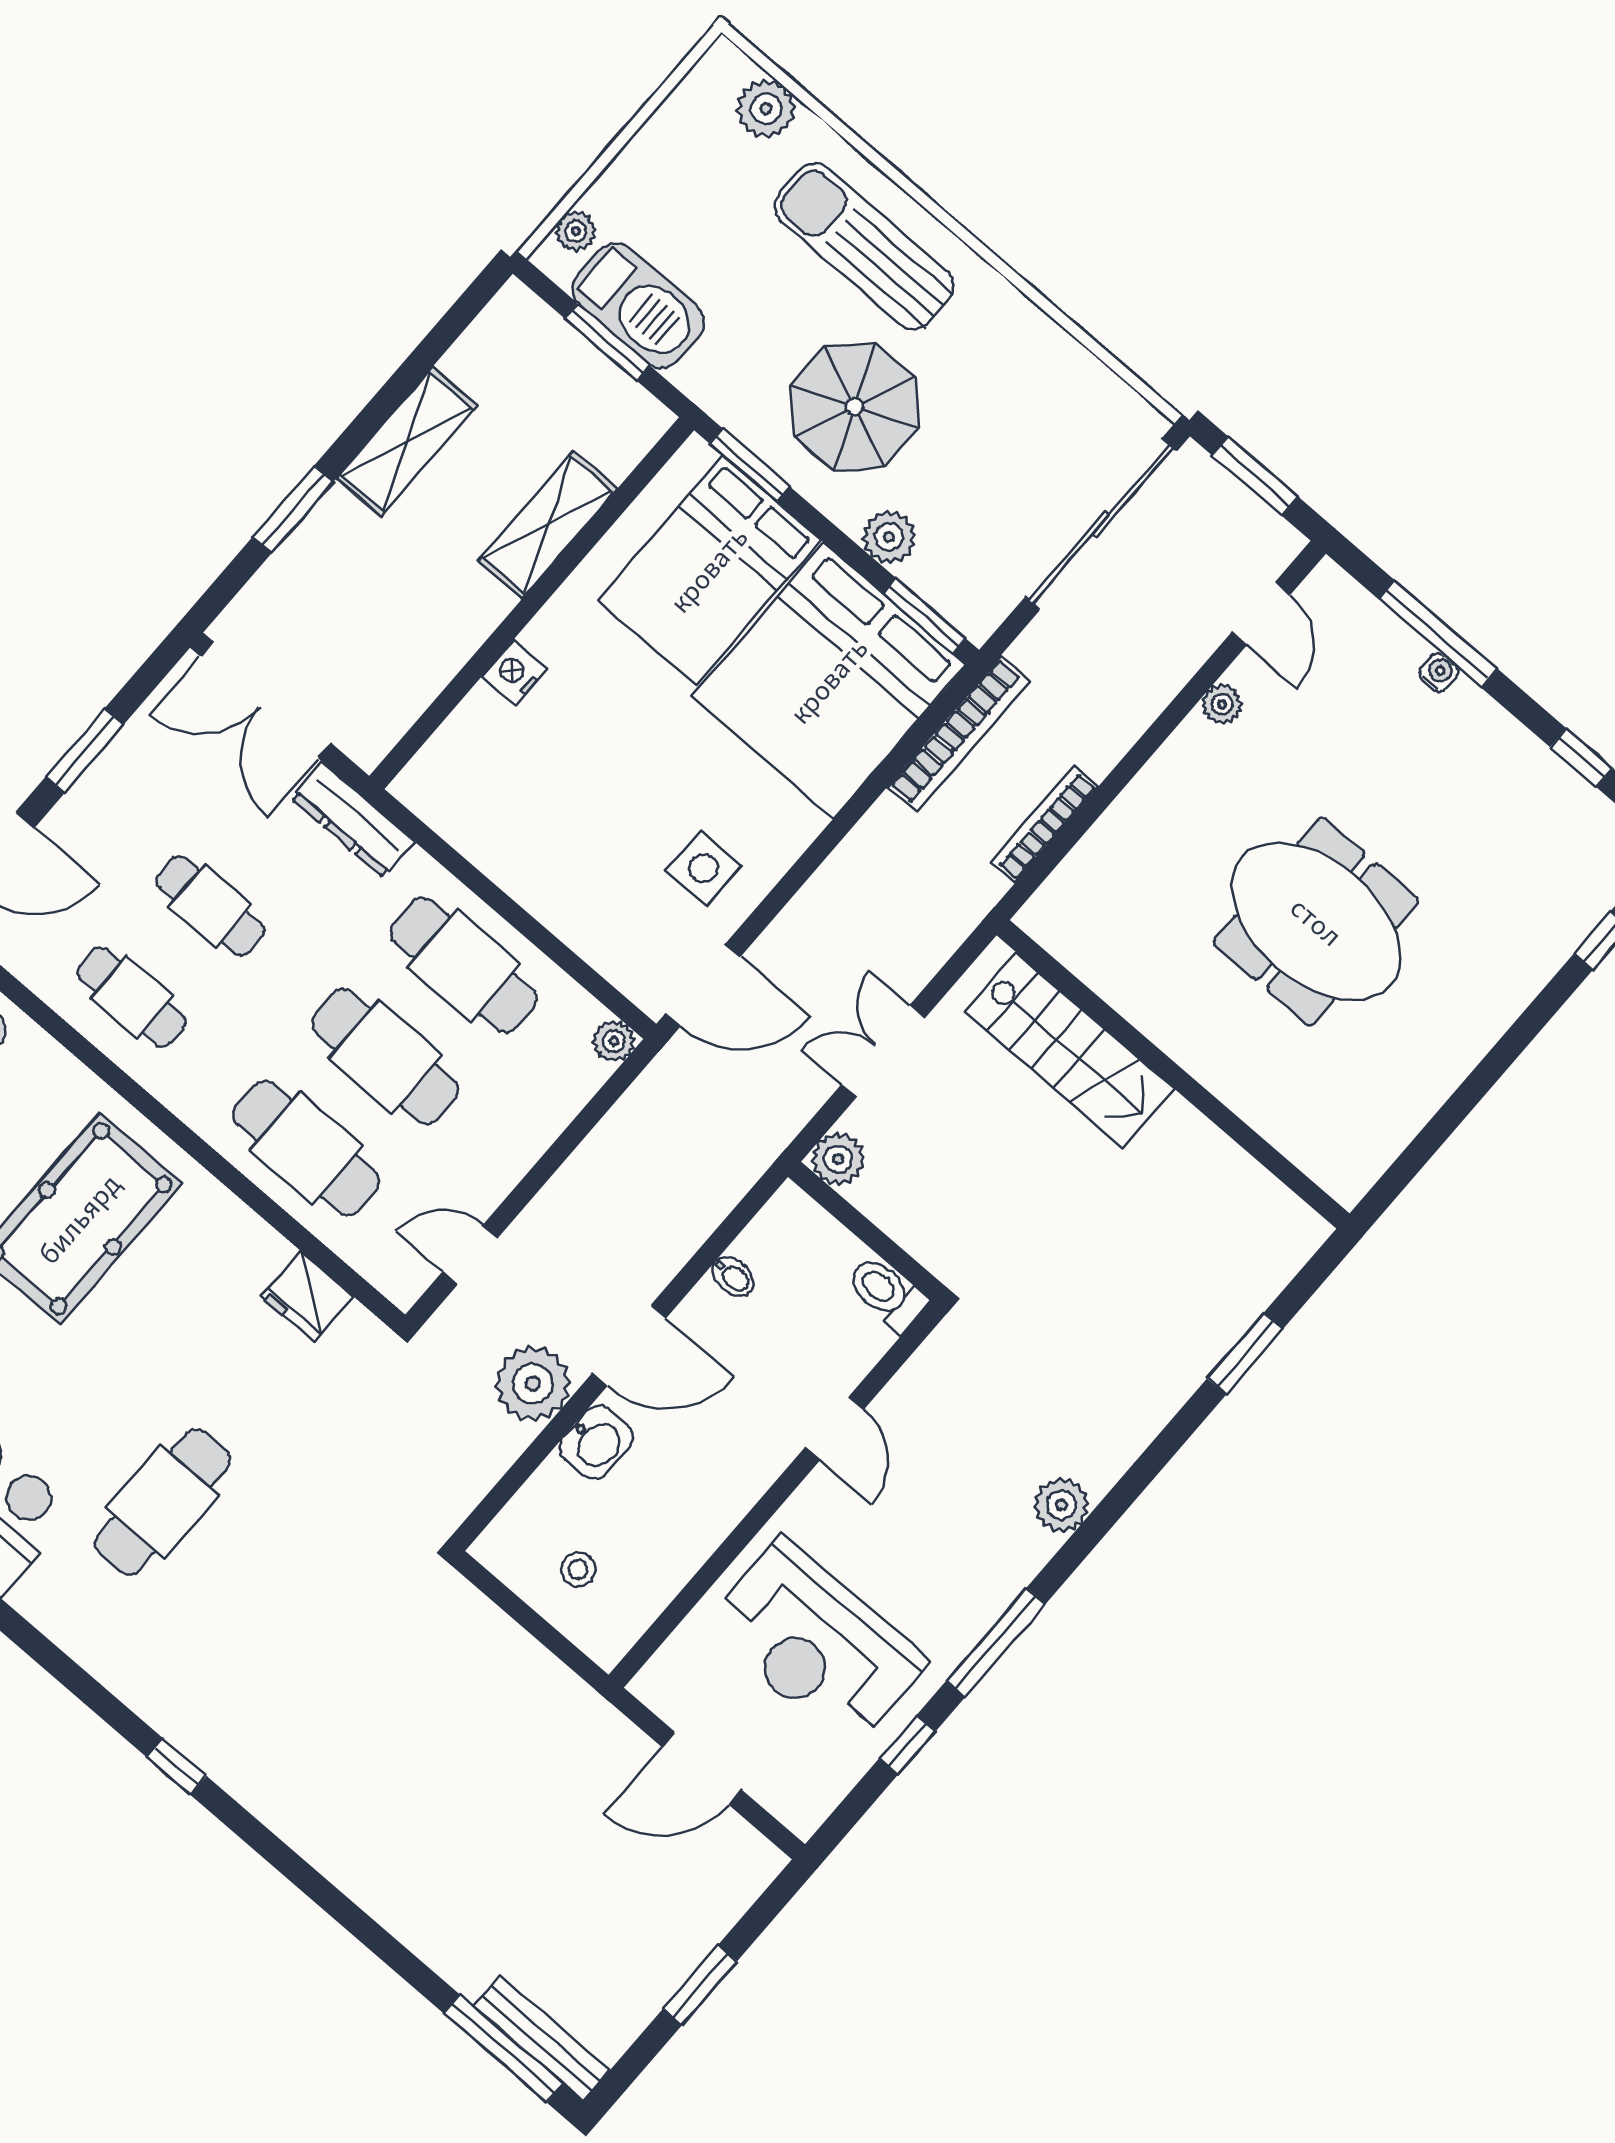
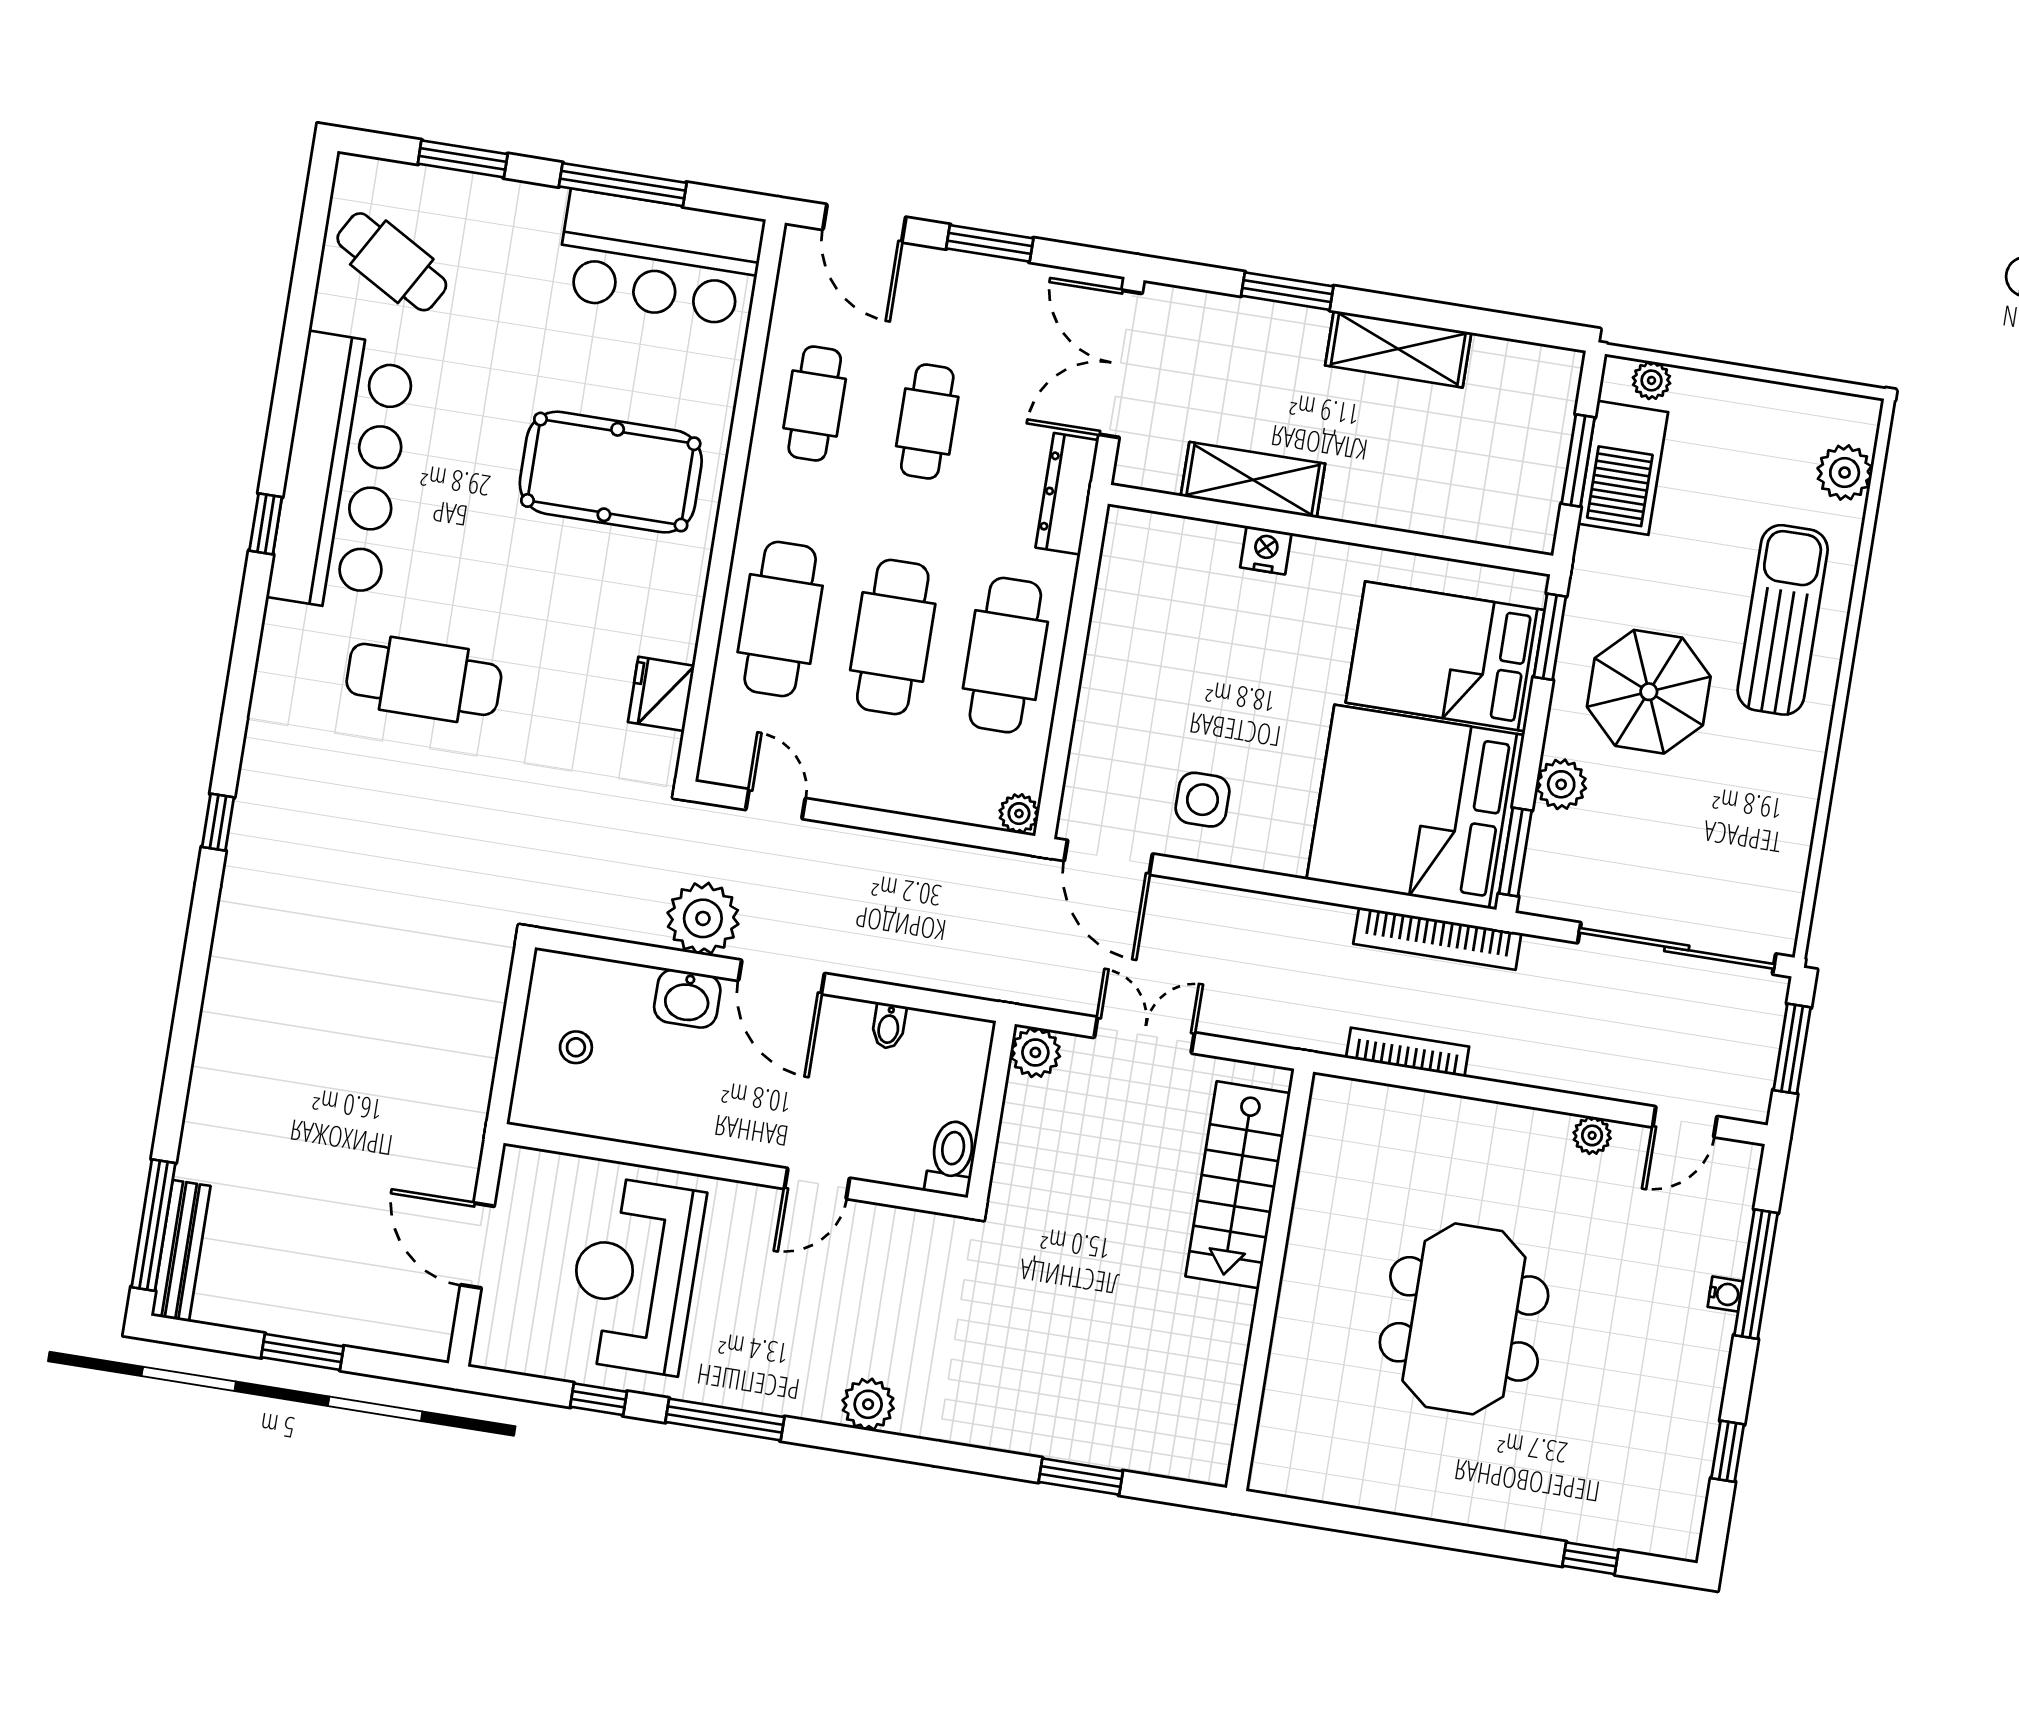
shelving: (548, 525) -> (1253, 480), moved

